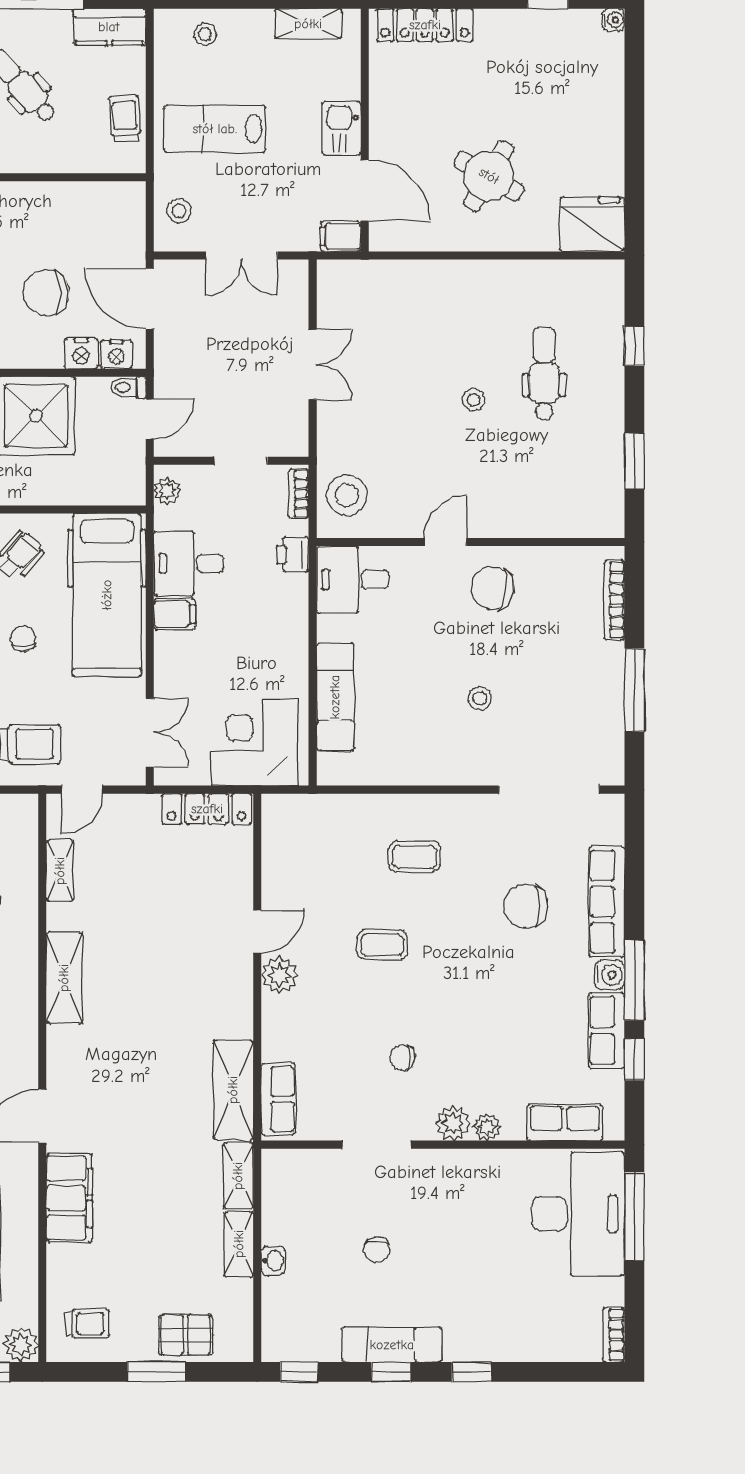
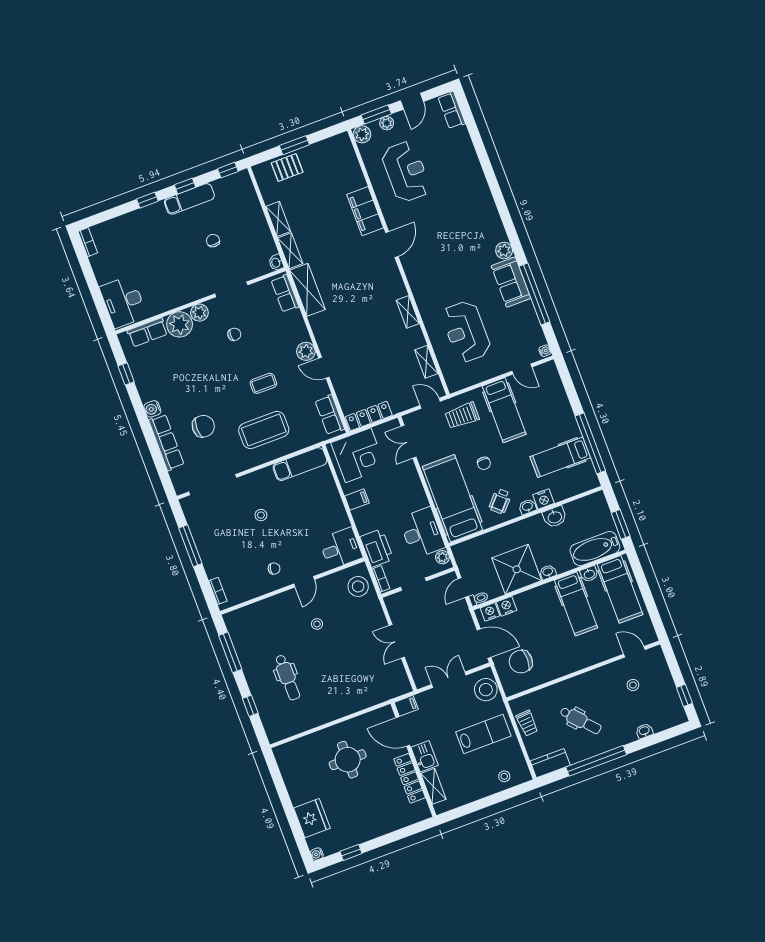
shelving: (308, 24) -> (433, 786), moved, turned 90
locker: (425, 25) -> (410, 778), moved, turned -90
round table: (489, 176) -> (348, 760), turned -30
stool: (179, 211) -> (486, 690), width x1.89, depth x1.89
fridge: (592, 224) -> (312, 818), moved, turned -90
chair: (46, 293) -> (521, 662), moved, turned 180
stool: (474, 400) -> (317, 624), moved
window: (634, 461) -> (230, 652), width x1.44
printer: (293, 555) -> (377, 548), width x1.87, depth x1.48
desk: (189, 564) -> (422, 533), width x1.37
chair: (493, 588) -> (274, 569), width x0.54, depth x0.54
bookcase: (614, 600) -> (218, 591), width x0.64
filing cabinet: (174, 614) -> (357, 500), moved, turned 180
exam couch: (335, 697) -> (300, 464), moved, turned -90
door: (82, 790) -> (430, 403), hinge flipped
coffee table: (415, 857) -> (264, 430), width x1.86, depth x1.72
door: (257, 932) -> (324, 368), hinge flipped
shelving: (64, 978) -> (408, 312), width x0.67, depth x0.75
window: (634, 980) -> (140, 411), removed
row of seats: (606, 1031) -> (330, 415), moved, turned 180
plant: (487, 1127) -> (180, 324), width x1.87, depth x1.87
desk: (578, 1214) -> (123, 302), width x0.73, depth x0.77
window: (634, 1217) -> (99, 301), removed
washbasin: (273, 1261) -> (276, 263), moved
trolley: (87, 1324) -> (335, 156), removed

